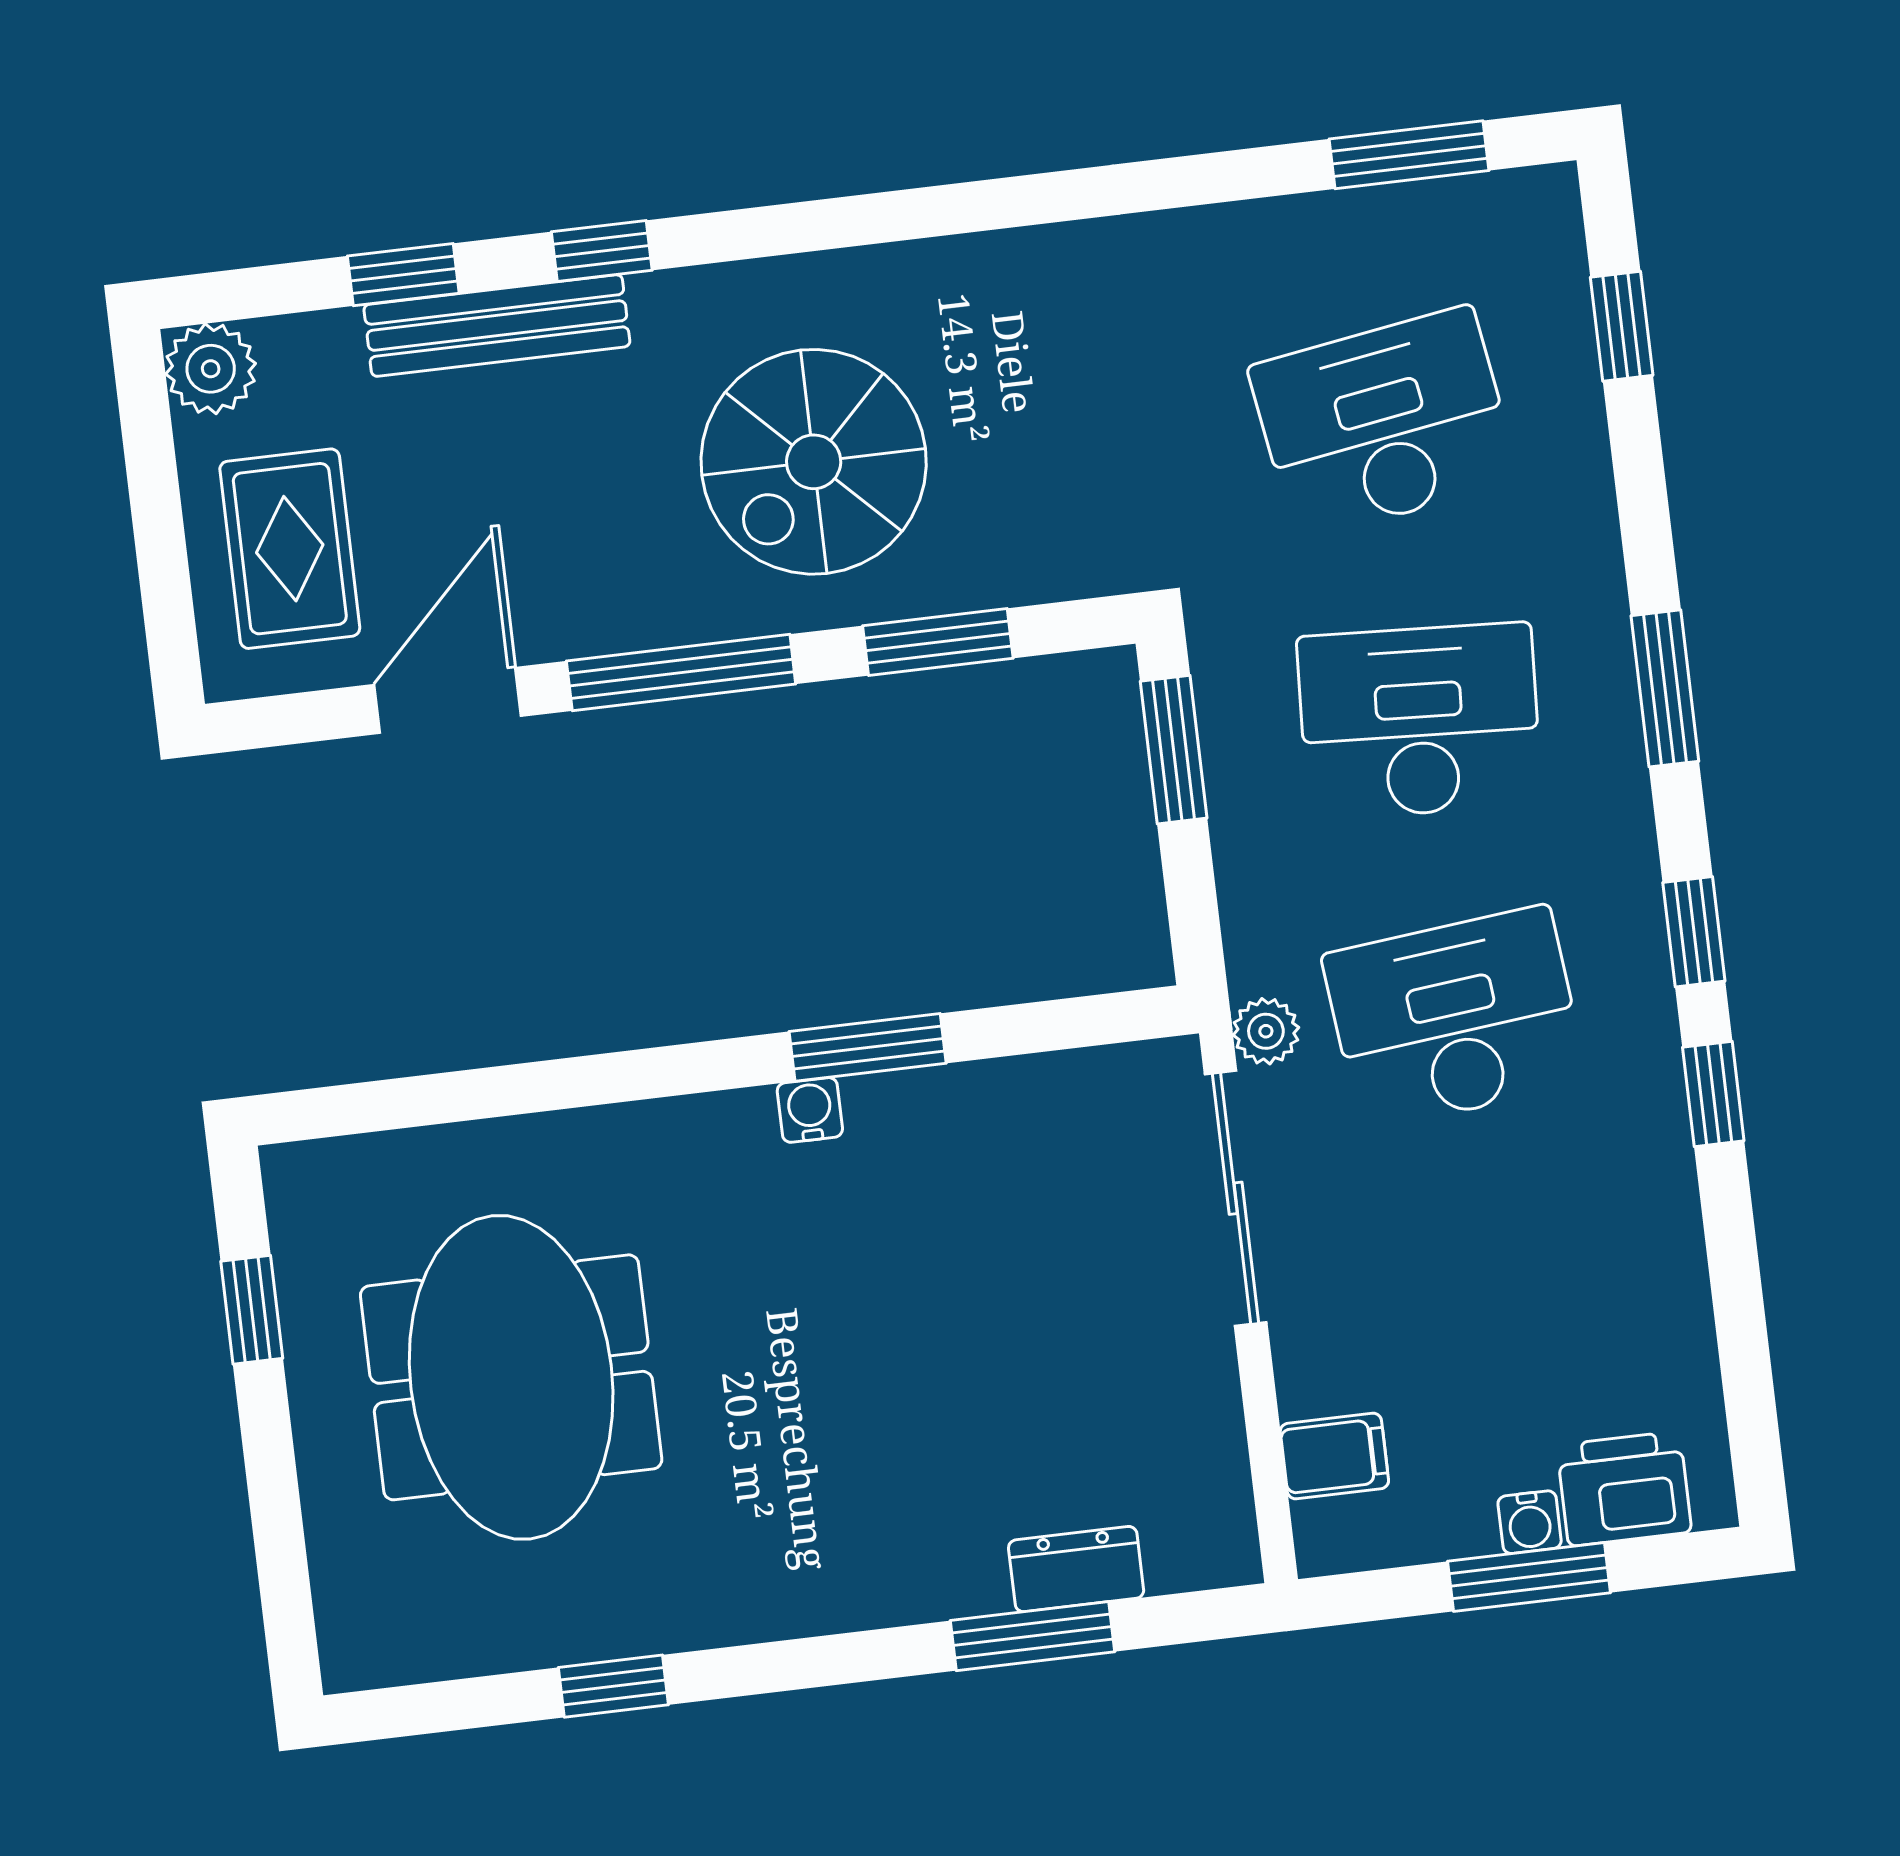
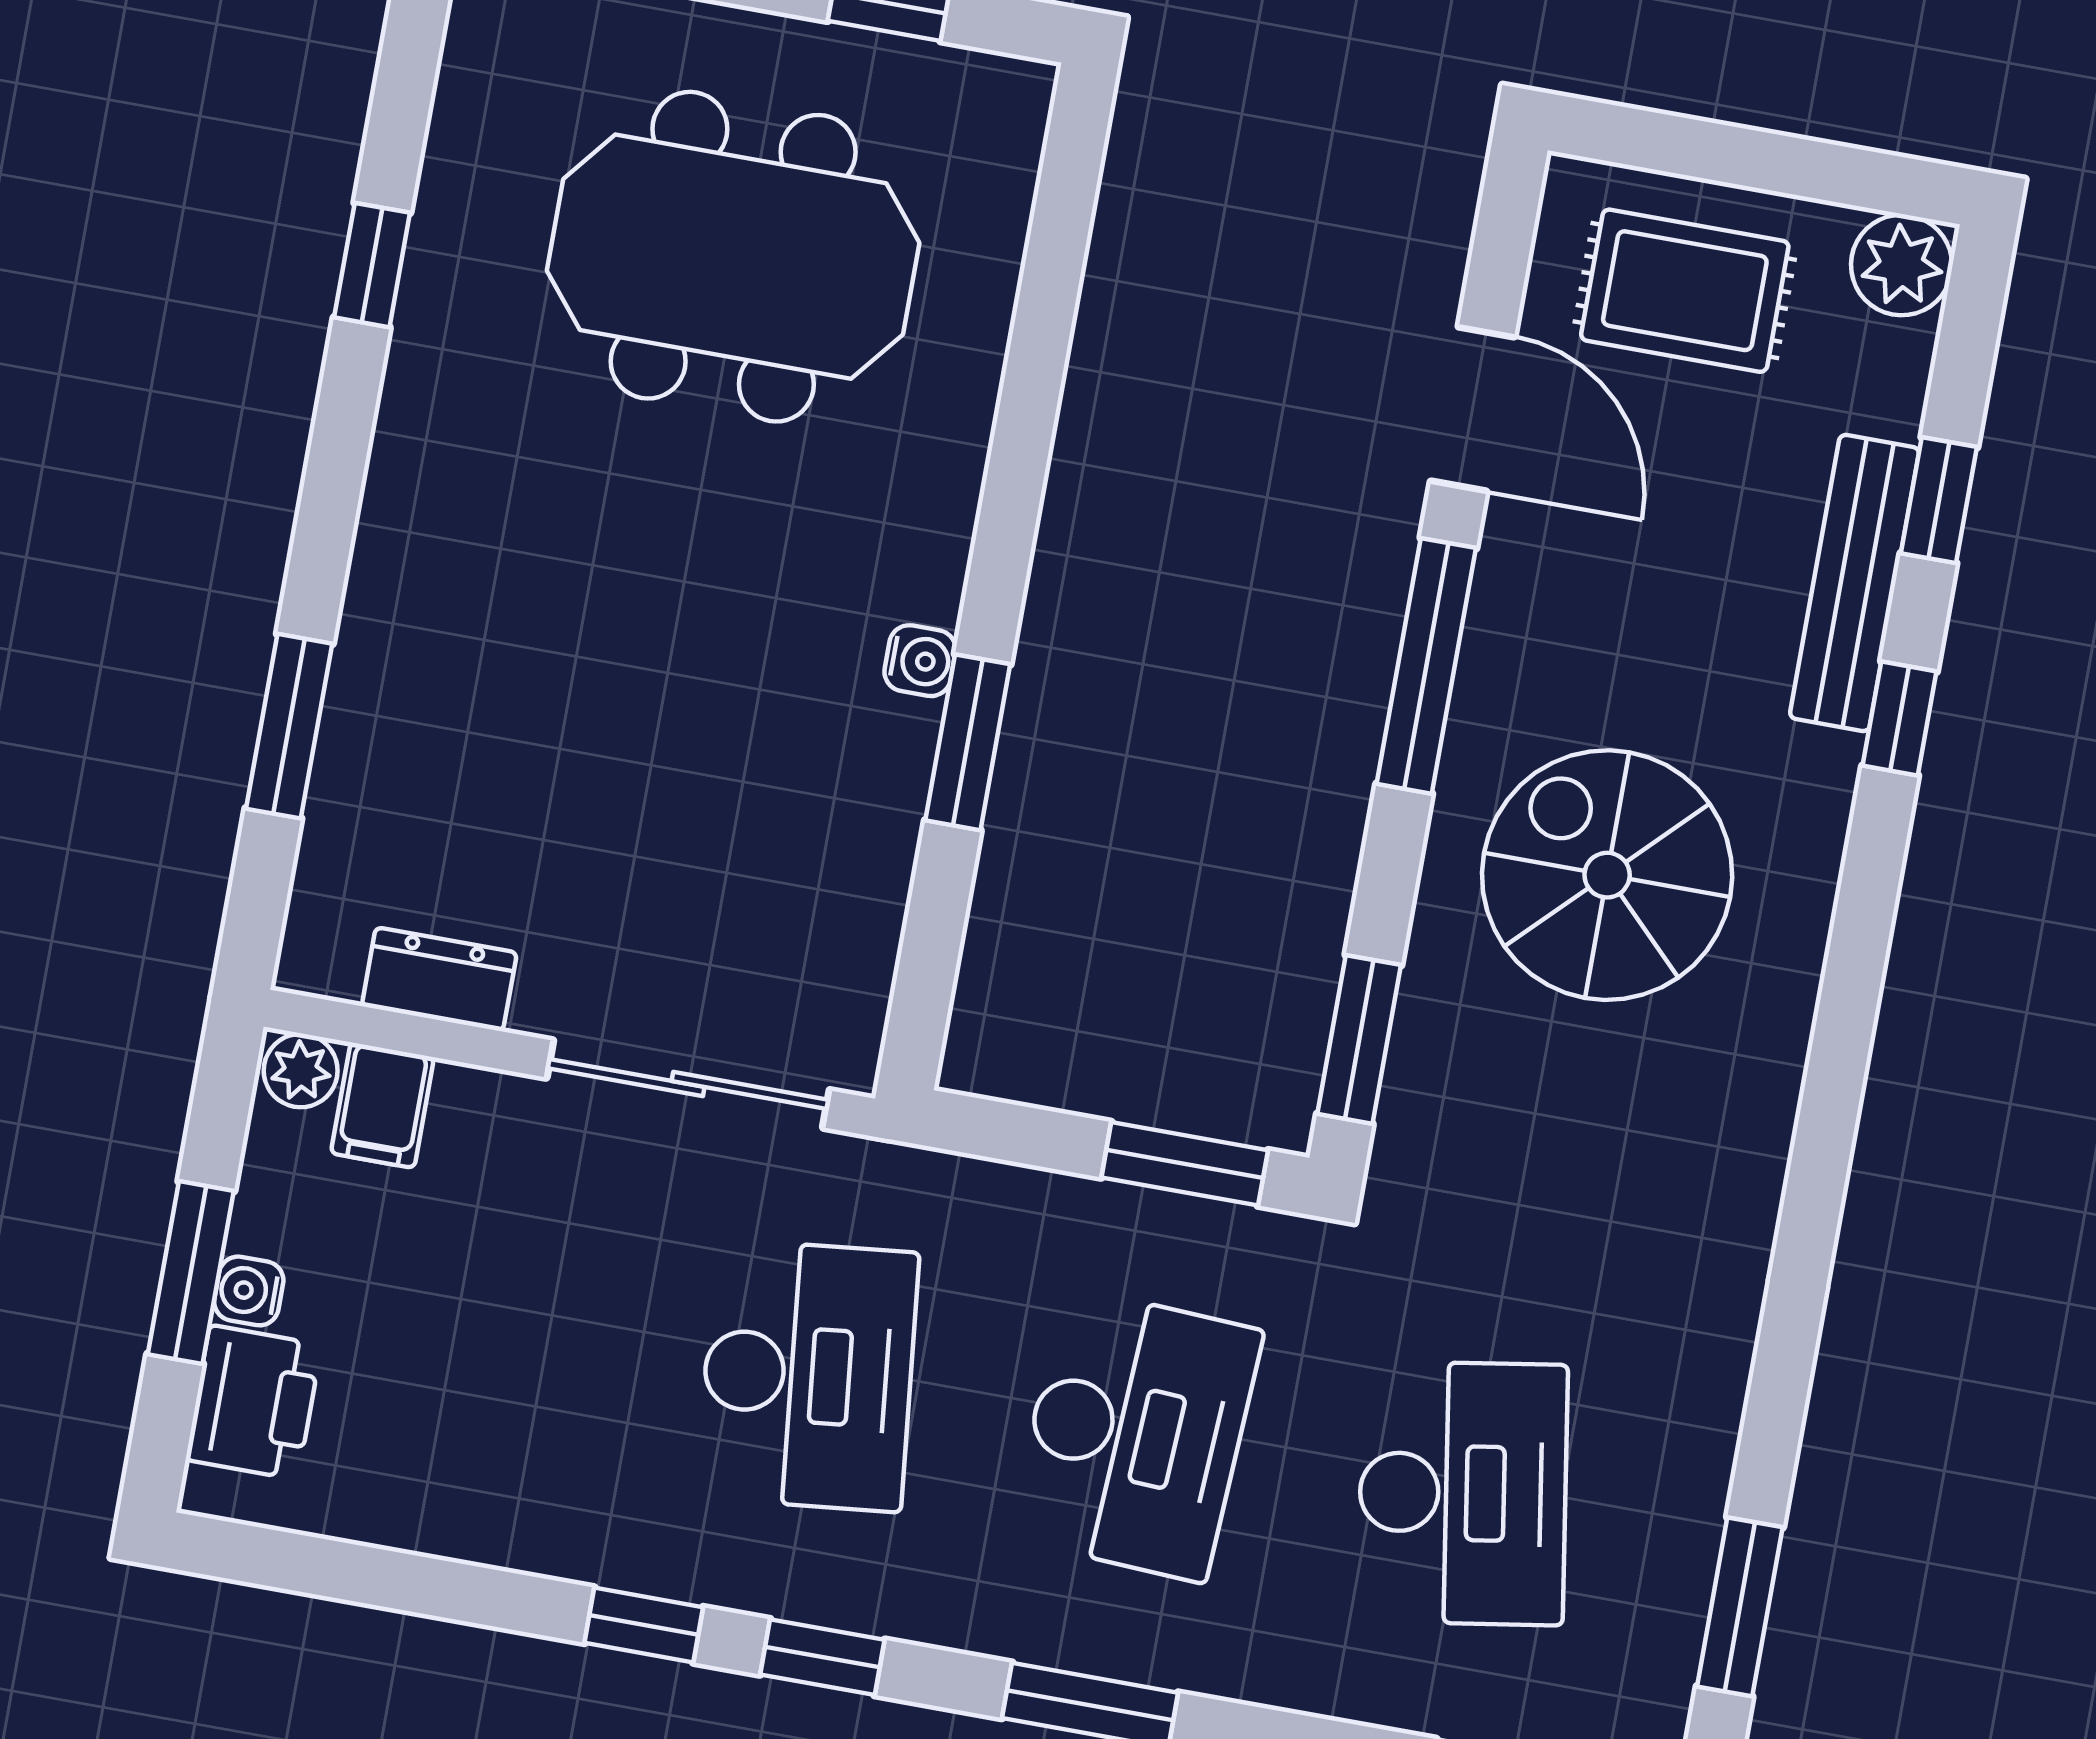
window: (938, 642) -> (1359, 1039), moved
plant: (1266, 1031) -> (301, 1071), moved
dresser: (1076, 1569) -> (439, 979), moved, turned -90

